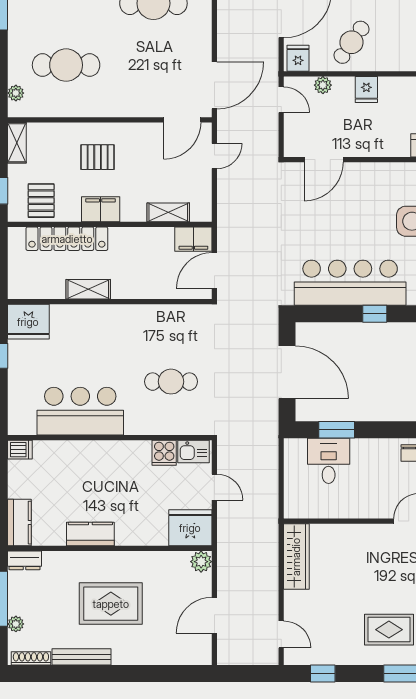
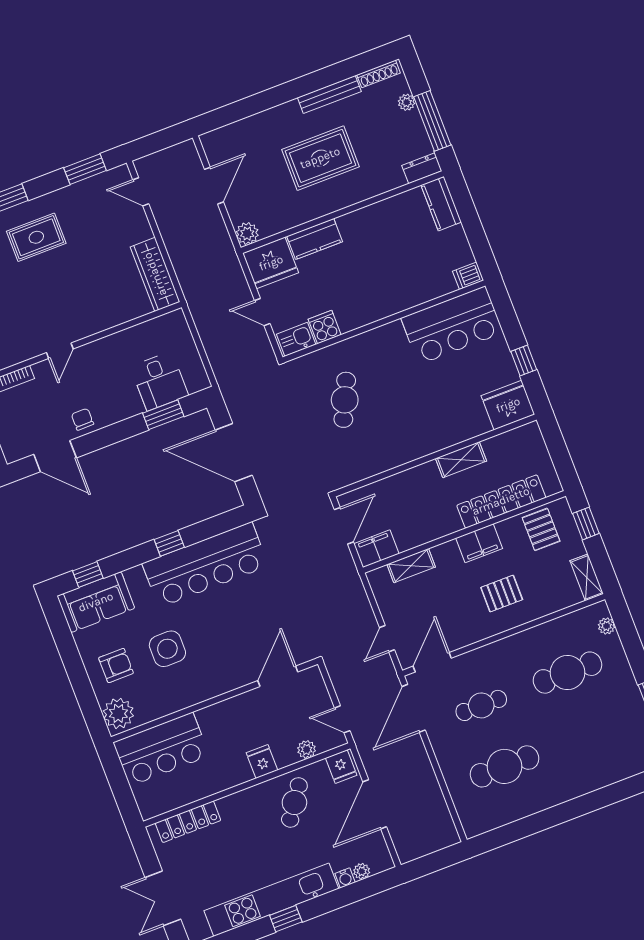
cafe table: (153, 65) -> (481, 705), added
cafe table: (171, 382) -> (345, 400), turned -65
bar counter: (80, 411) -> (452, 325), moved
kitchen counter: (90, 534) -> (315, 239), moved
window: (323, 673) -> (85, 169), width x1.50

